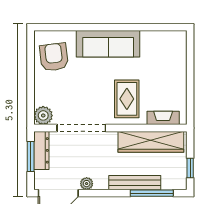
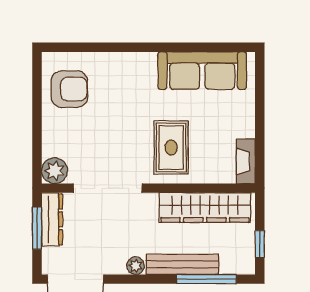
sofa: (108, 44) -> (202, 71), moved
armchair: (54, 57) -> (69, 89), turned 97
fireplace: (163, 118) -> (246, 161), moved, turned -90
plant: (87, 184) -> (136, 266), moved

